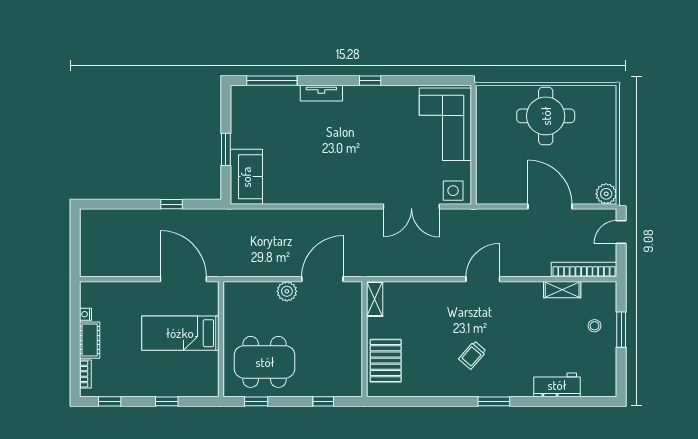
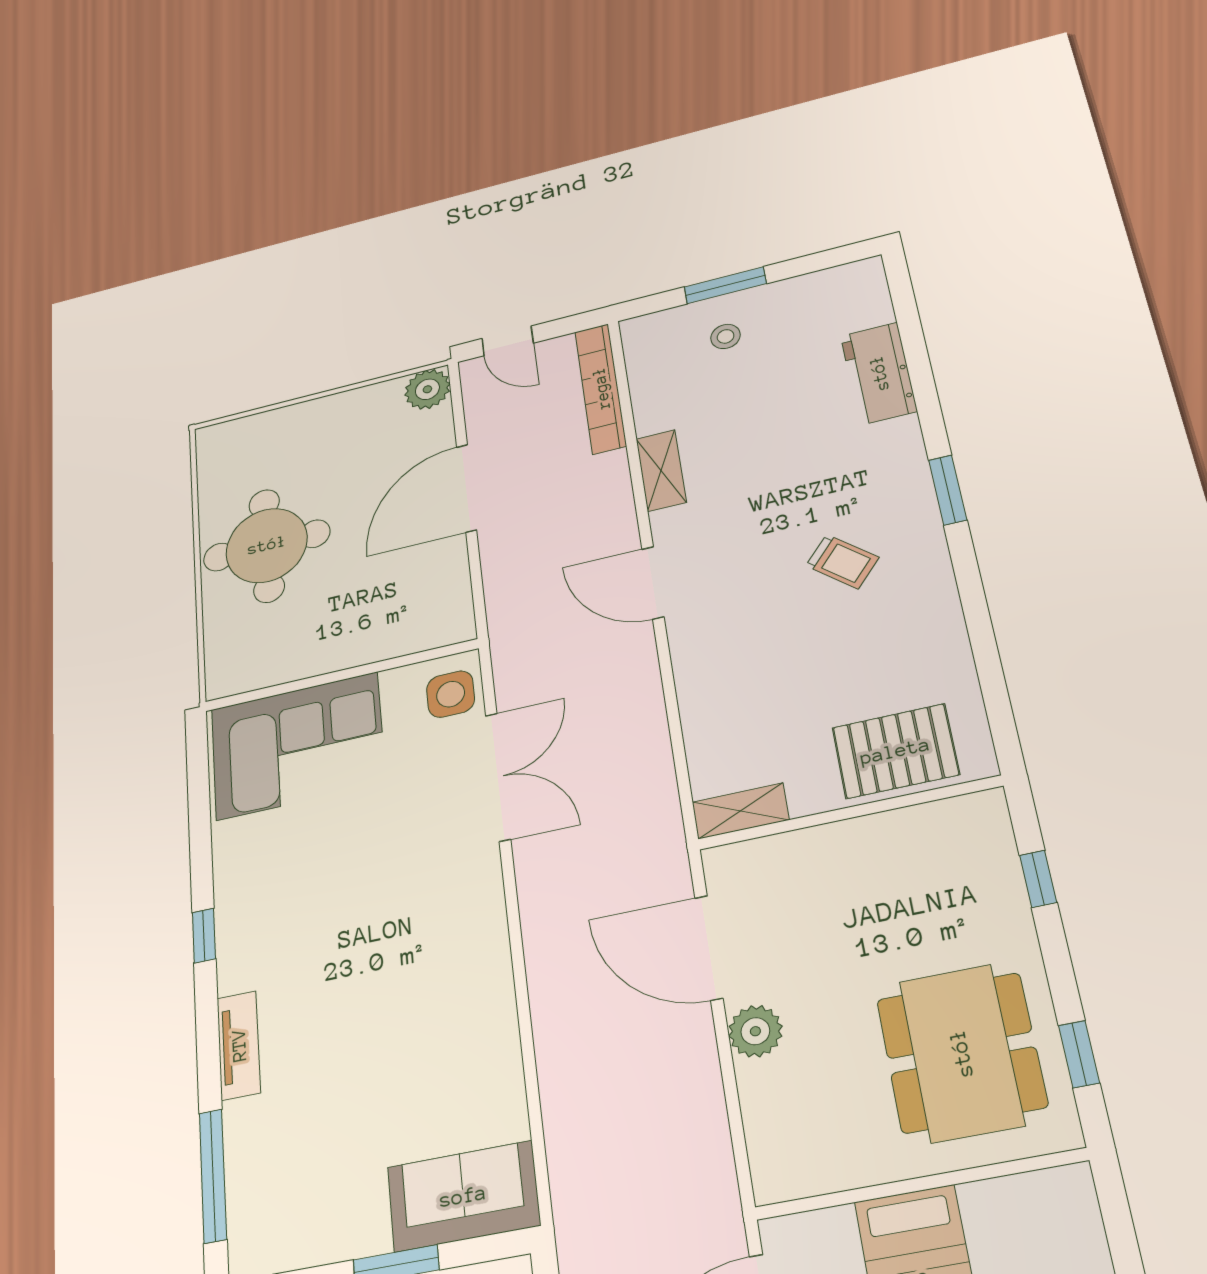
shelving: (562, 290) -> (661, 471), moved

